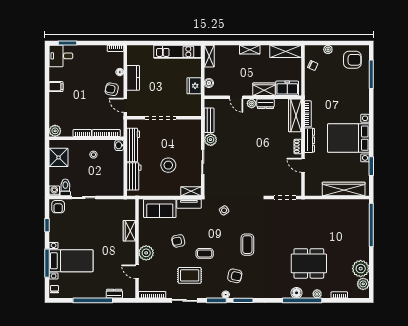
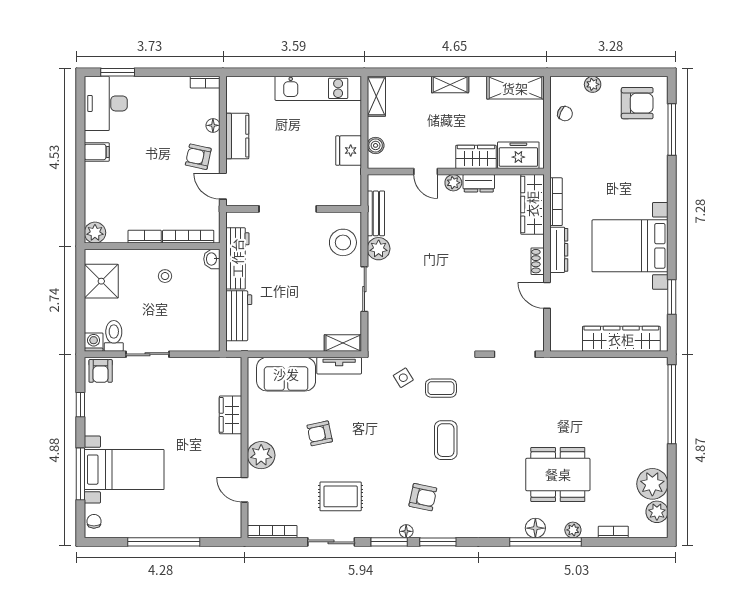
desk: (61, 56) -> (106, 103), width x1.37
stool: (168, 165) -> (343, 242), moved
coffee table: (205, 253) -> (441, 388), moved
dresser: (114, 294) -> (203, 530), removed

